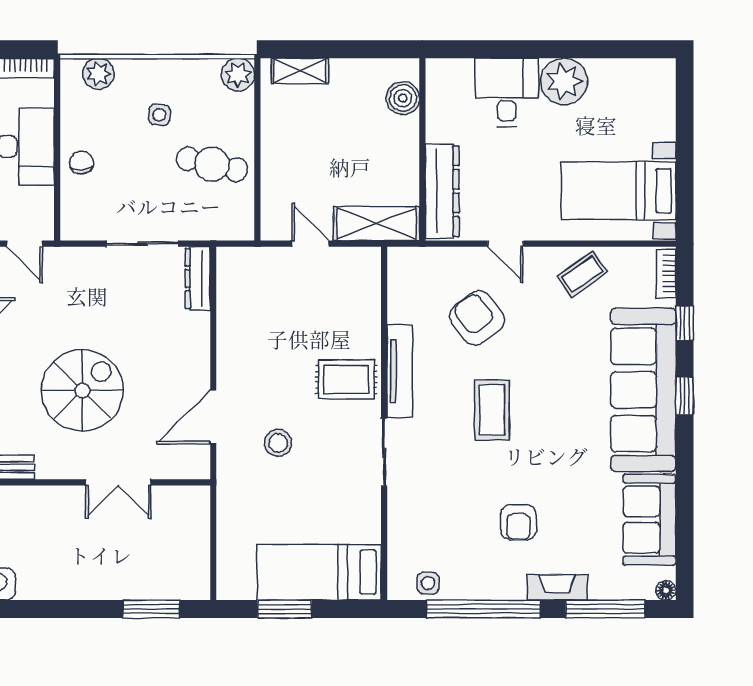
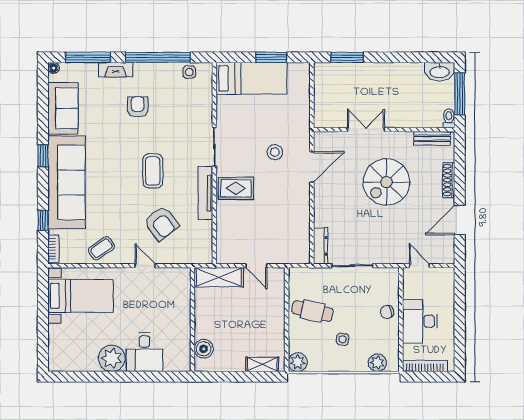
chair: (81, 163) -> (387, 312), turned 76
dresser: (442, 191) -> (181, 296), removed
window: (685, 396) -> (43, 156), moved

